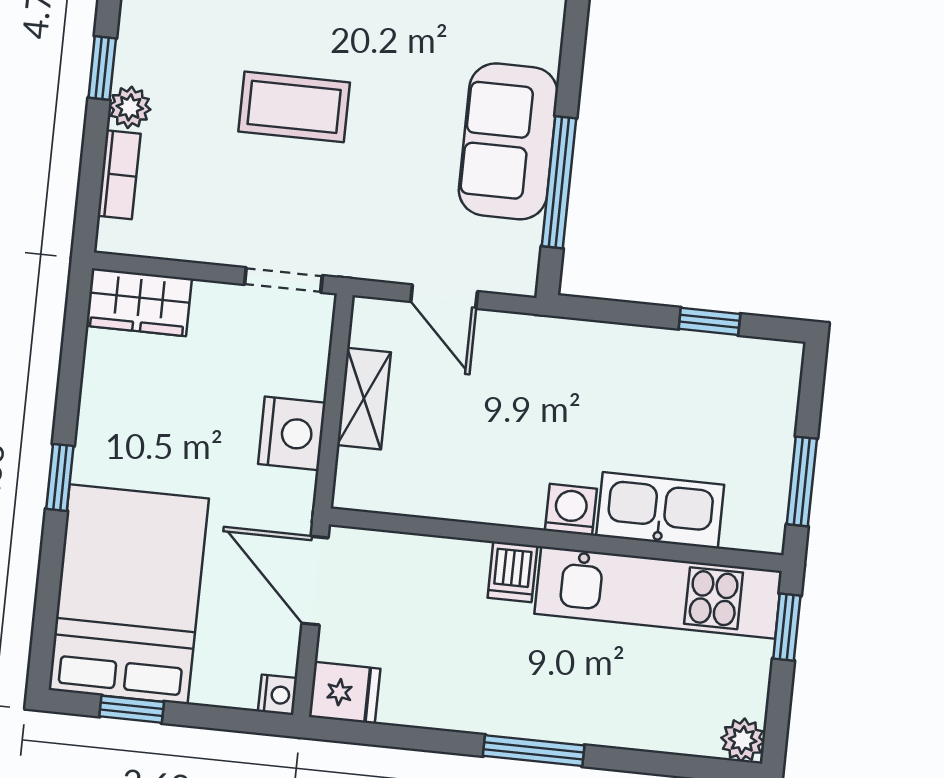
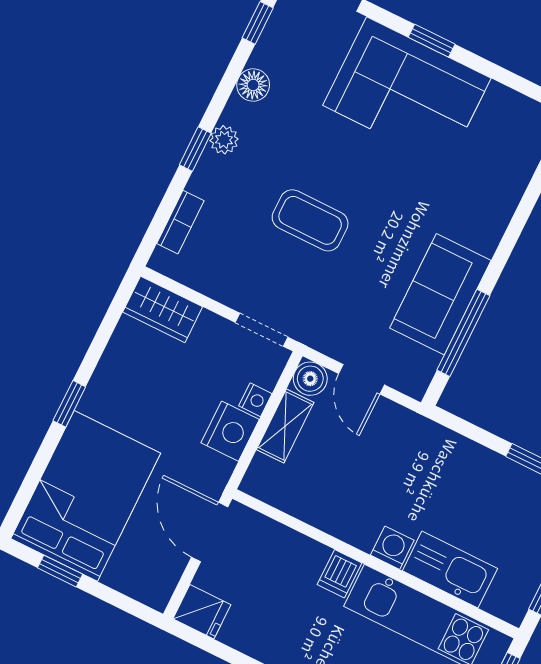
plant: (130, 107) -> (224, 140), moved
boiler: (374, 322) -> (310, 379), added
nightstand: (278, 695) -> (255, 400), moved

